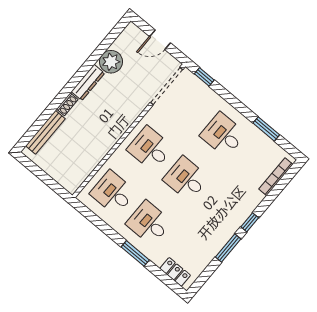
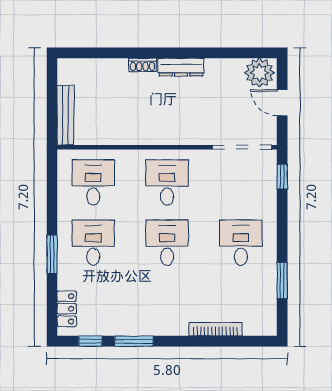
plant: (111, 62) -> (259, 73), moved
bench: (45, 132) -> (66, 115), moved, turned 90
bookcase: (276, 177) -> (216, 329), moved
window: (250, 222) -> (90, 341), moved

